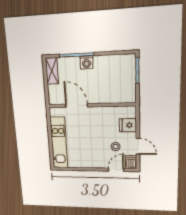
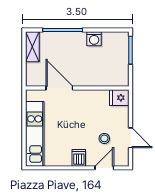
washing machine: (87, 62) -> (94, 39), moved
fridge: (128, 125) -> (119, 98), moved
dishwasher: (131, 162) -> (79, 158), moved

